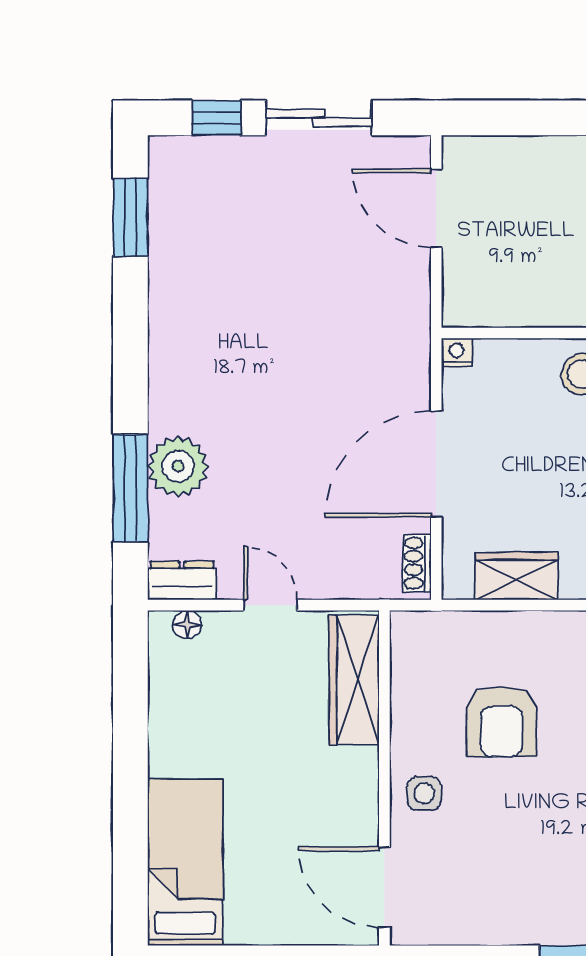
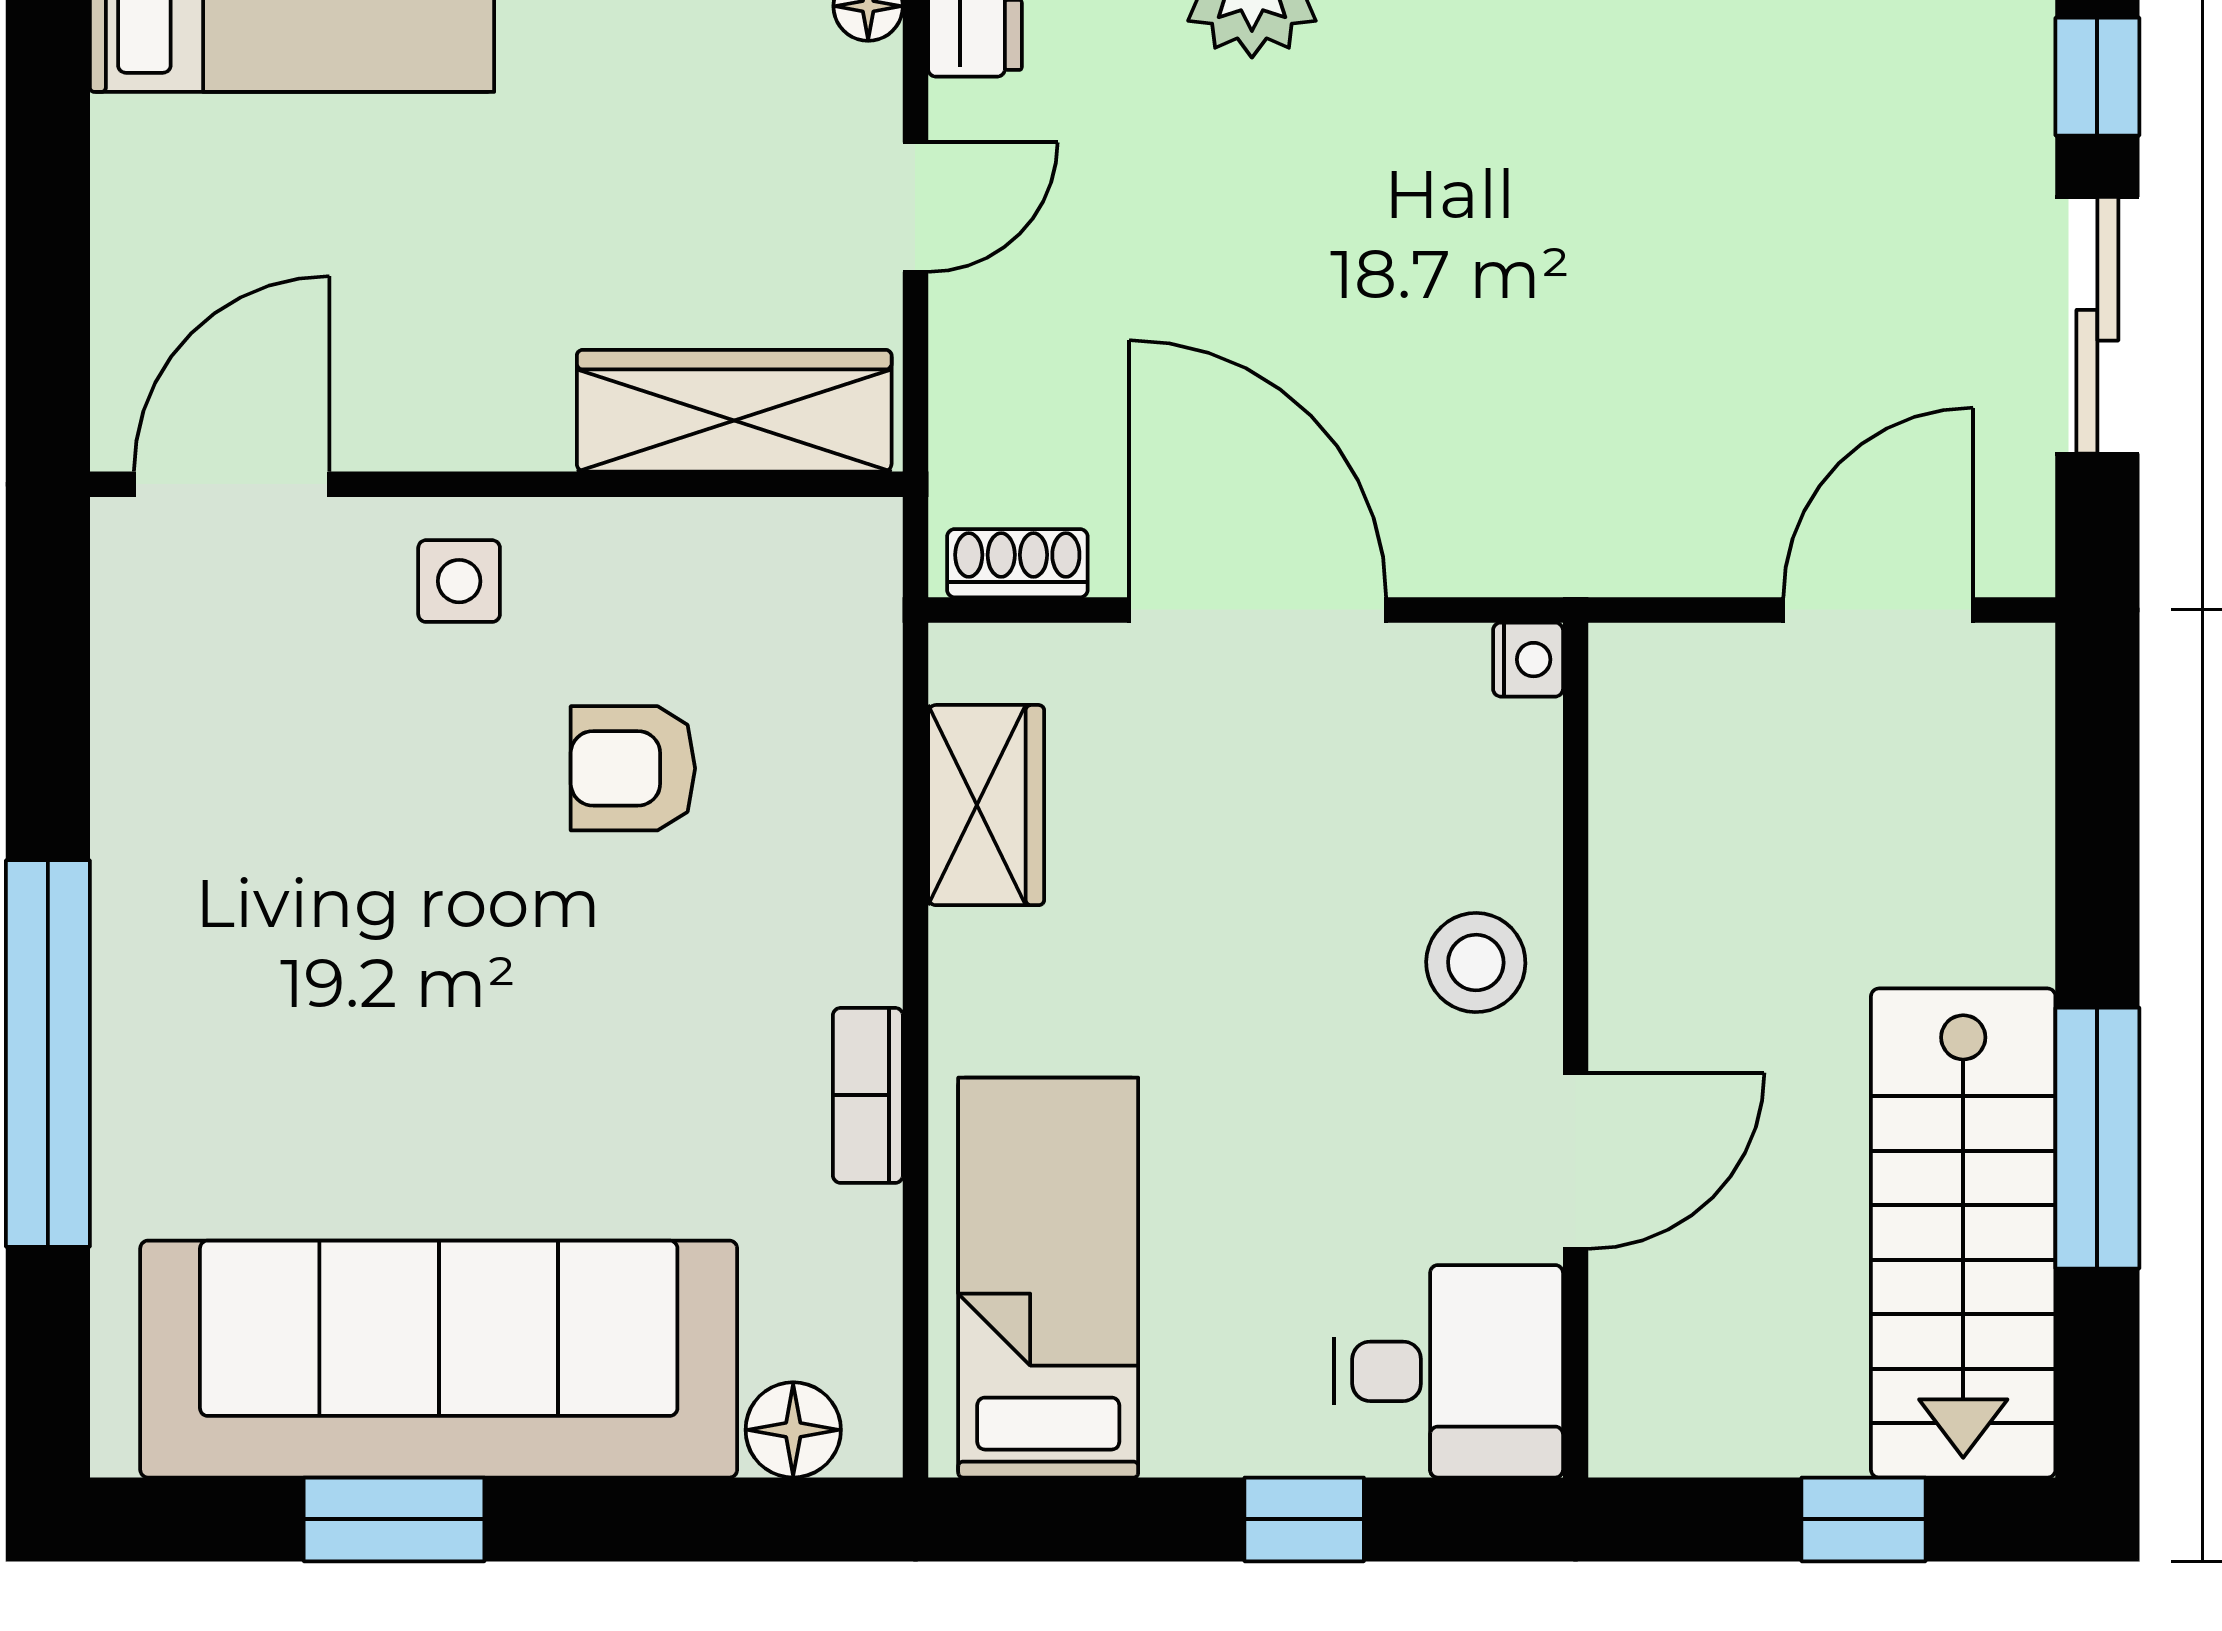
armchair: (502, 722) -> (633, 768), width x0.72, depth x0.72

